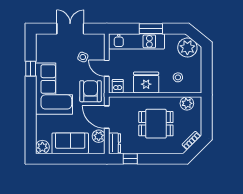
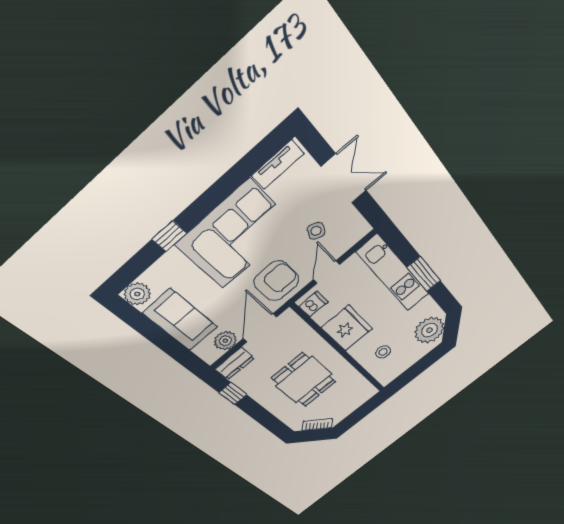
tv unit: (41, 49) -> (278, 165), added
window: (31, 69) -> (169, 236), moved
plant: (187, 103) -> (358, 386), removed

